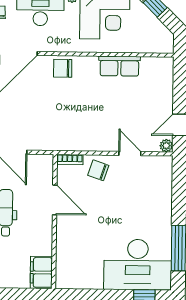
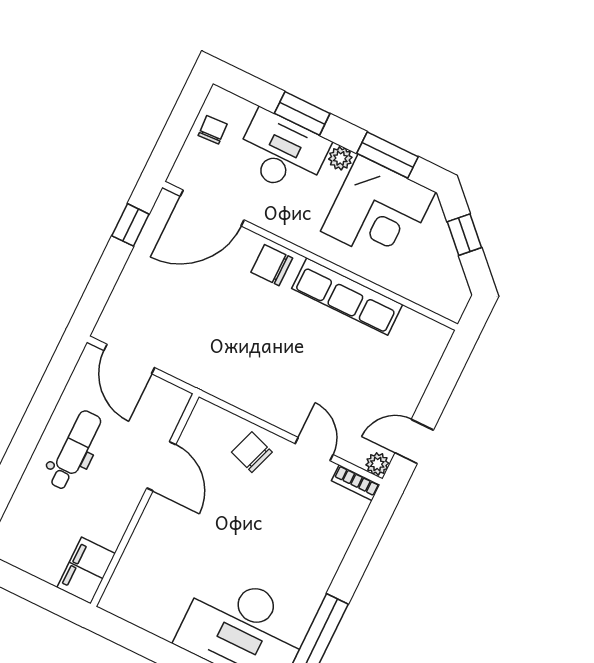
row of seats: (119, 66) -> (347, 296), width x1.48
bookcase: (70, 160) -> (356, 483), moved

